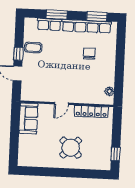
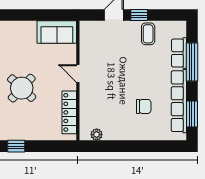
window: (57, 15) -> (192, 62), width x1.44

